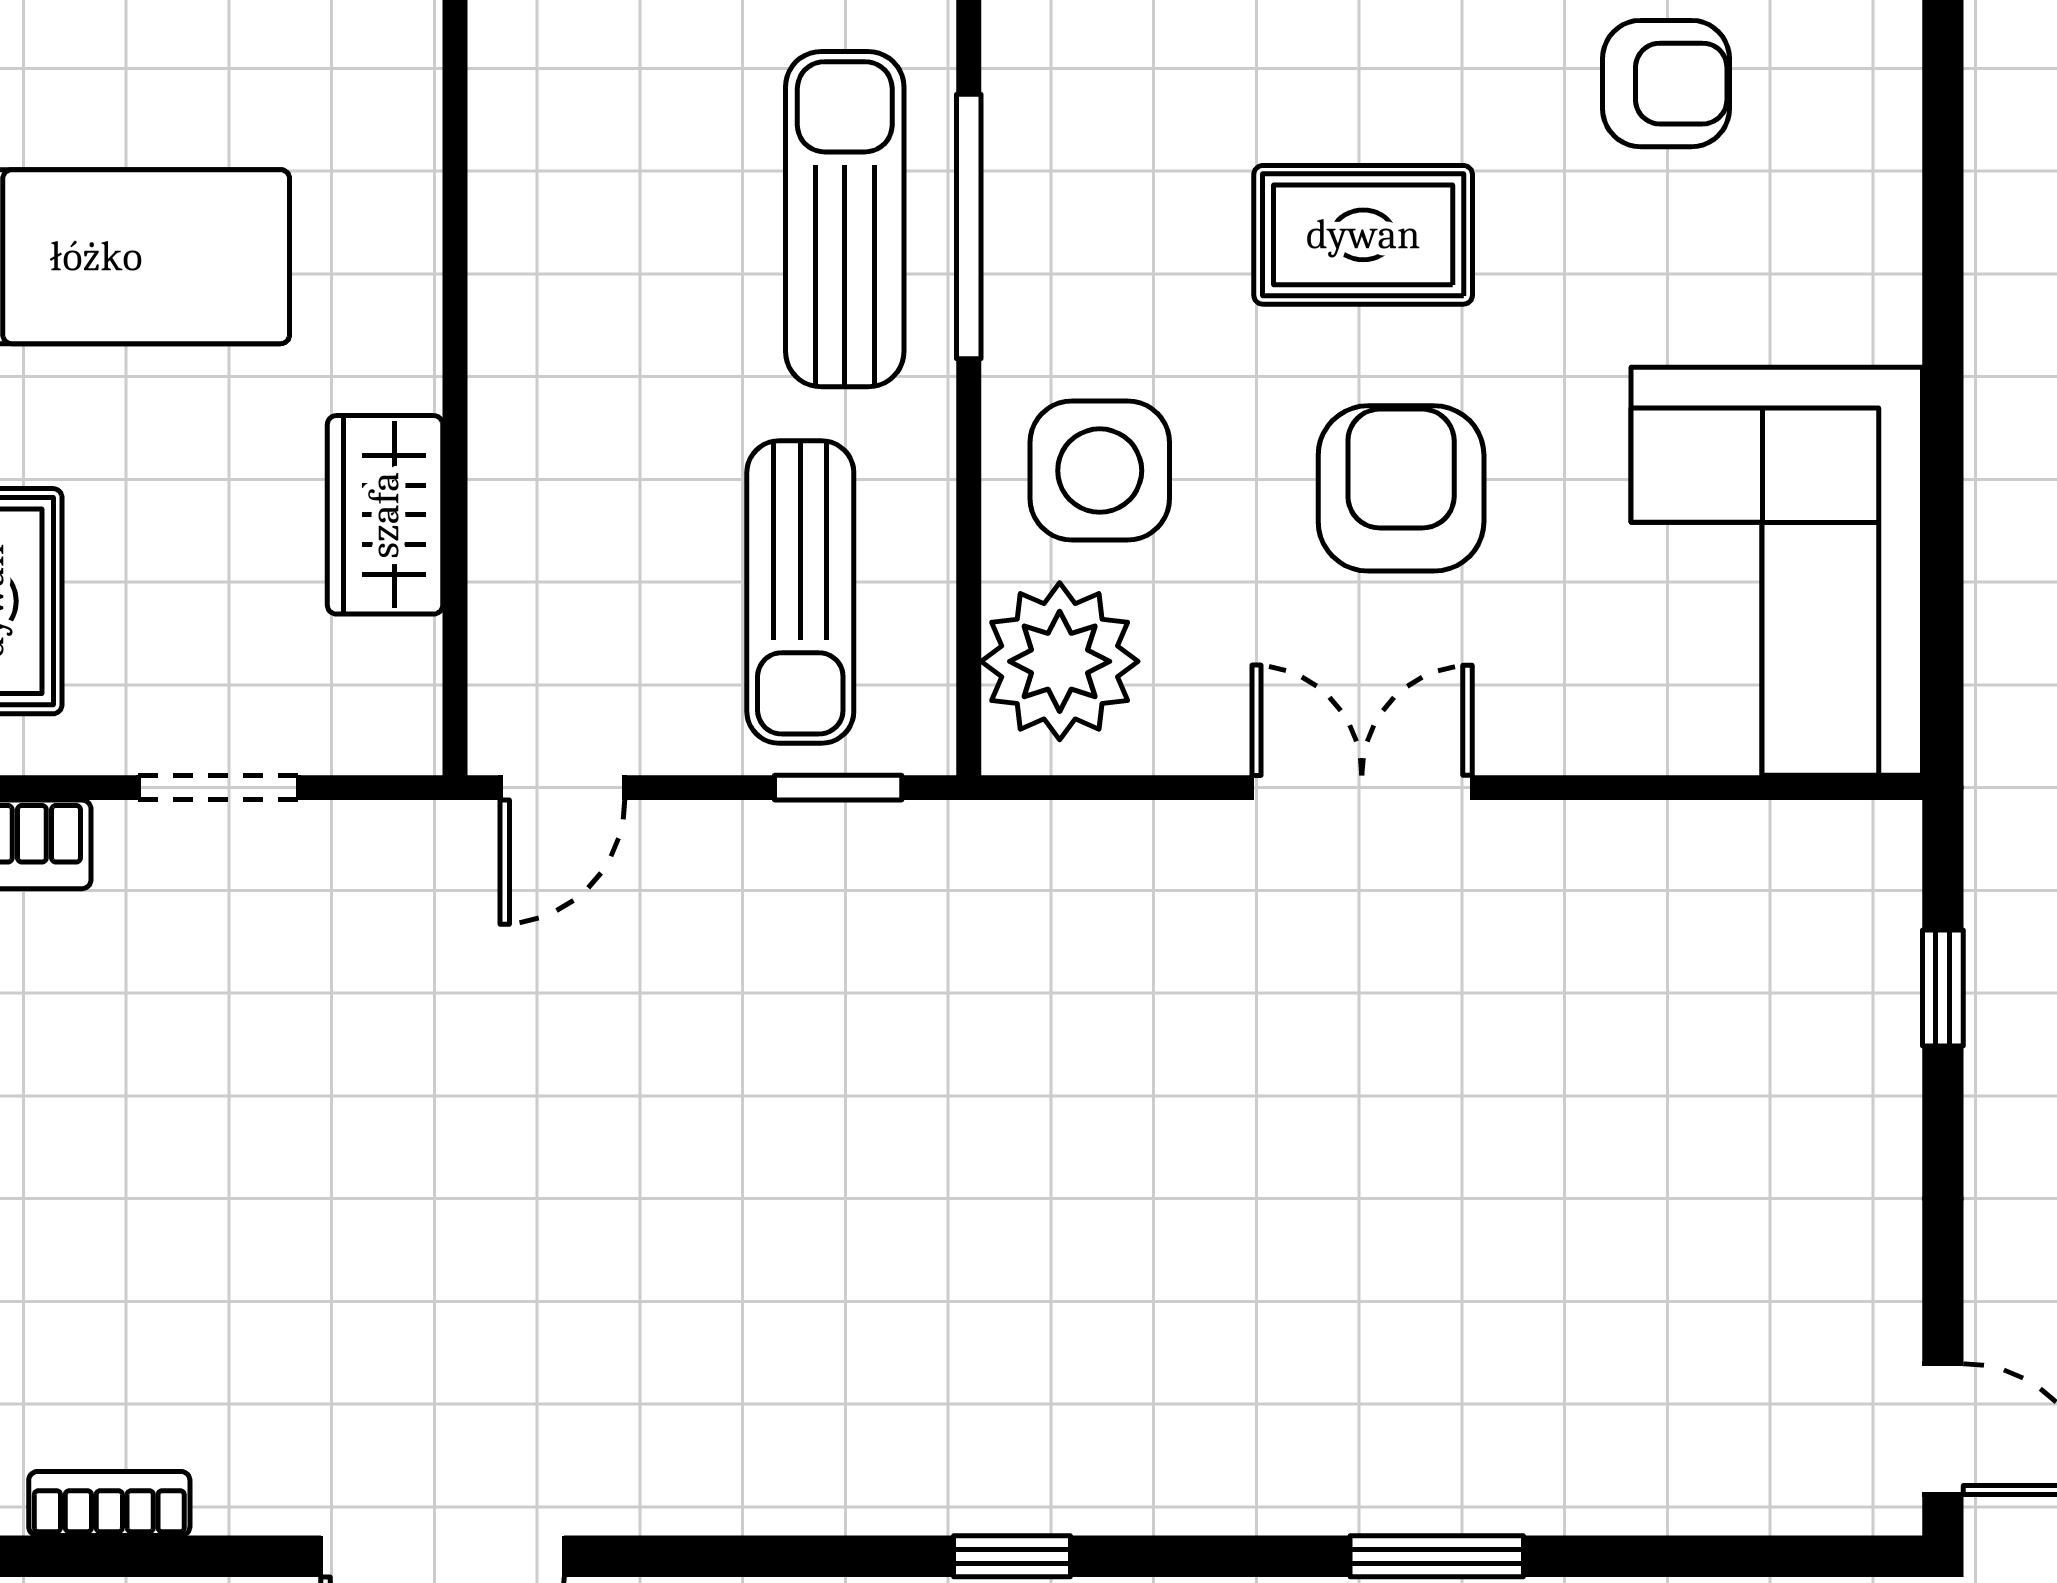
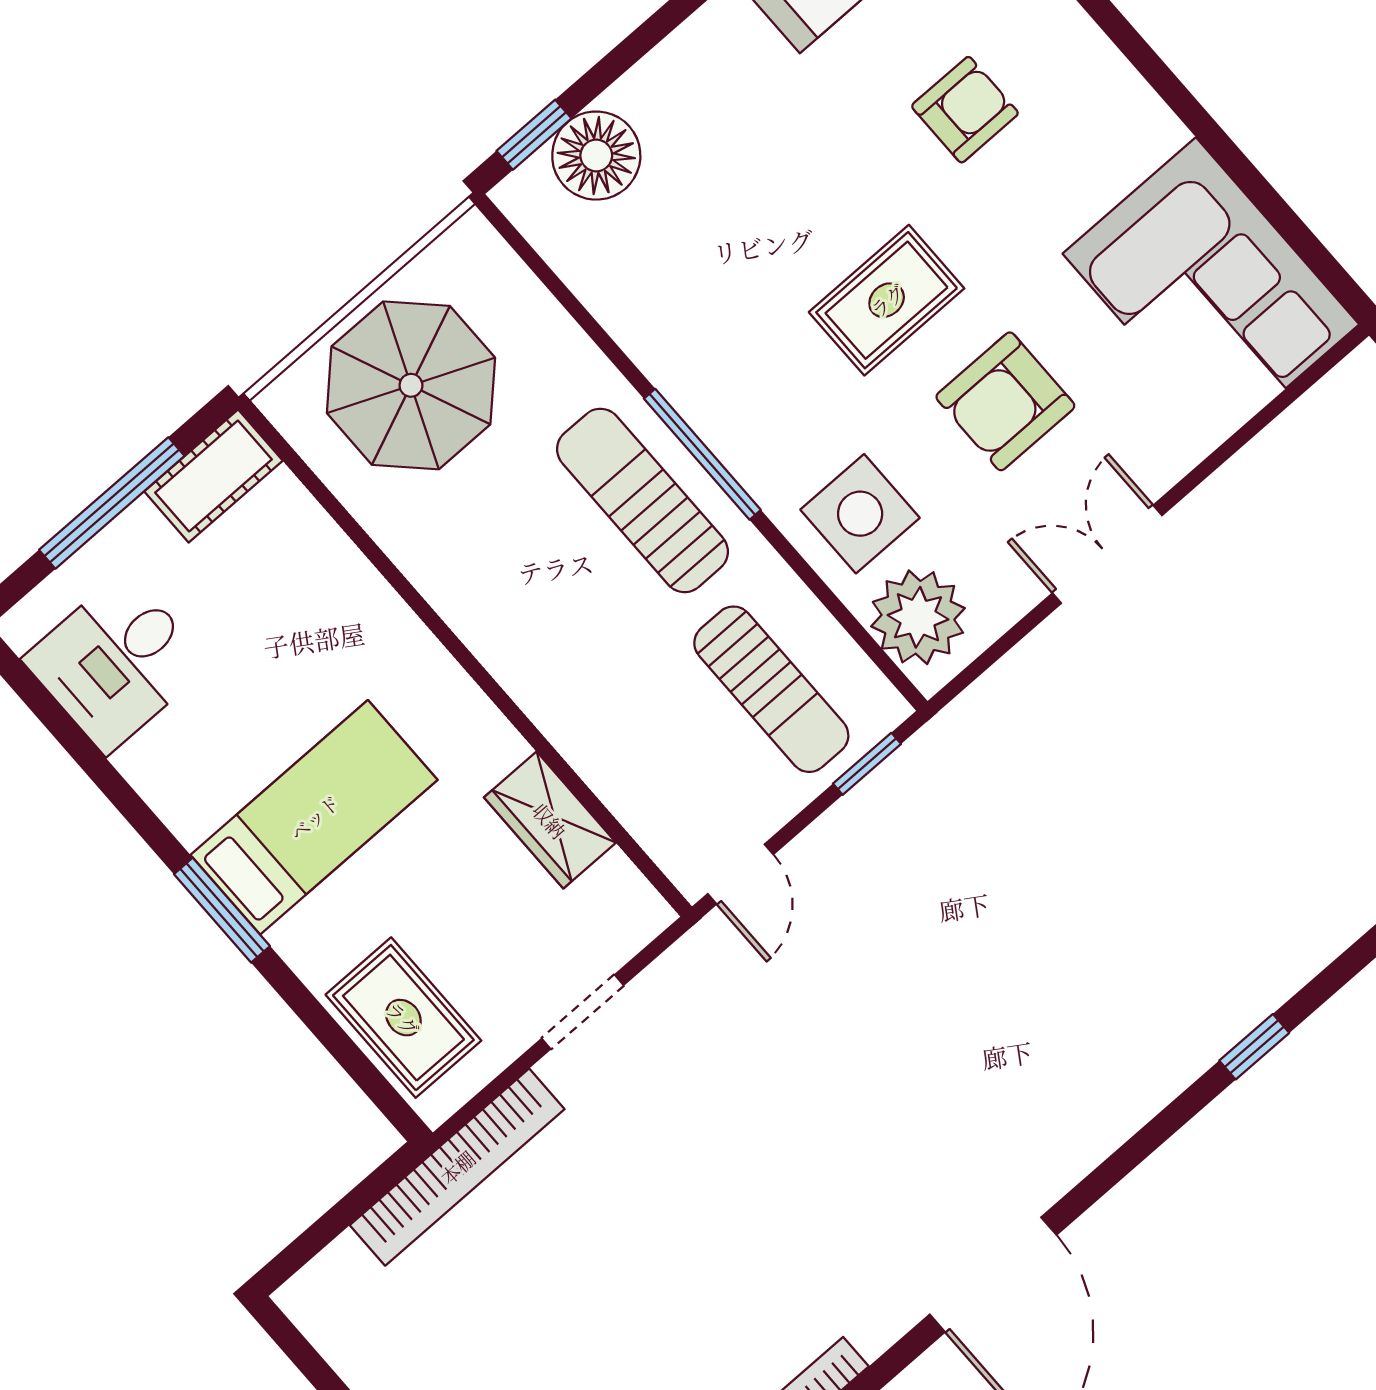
armchair: (1401, 488) -> (1005, 401), turned -90

